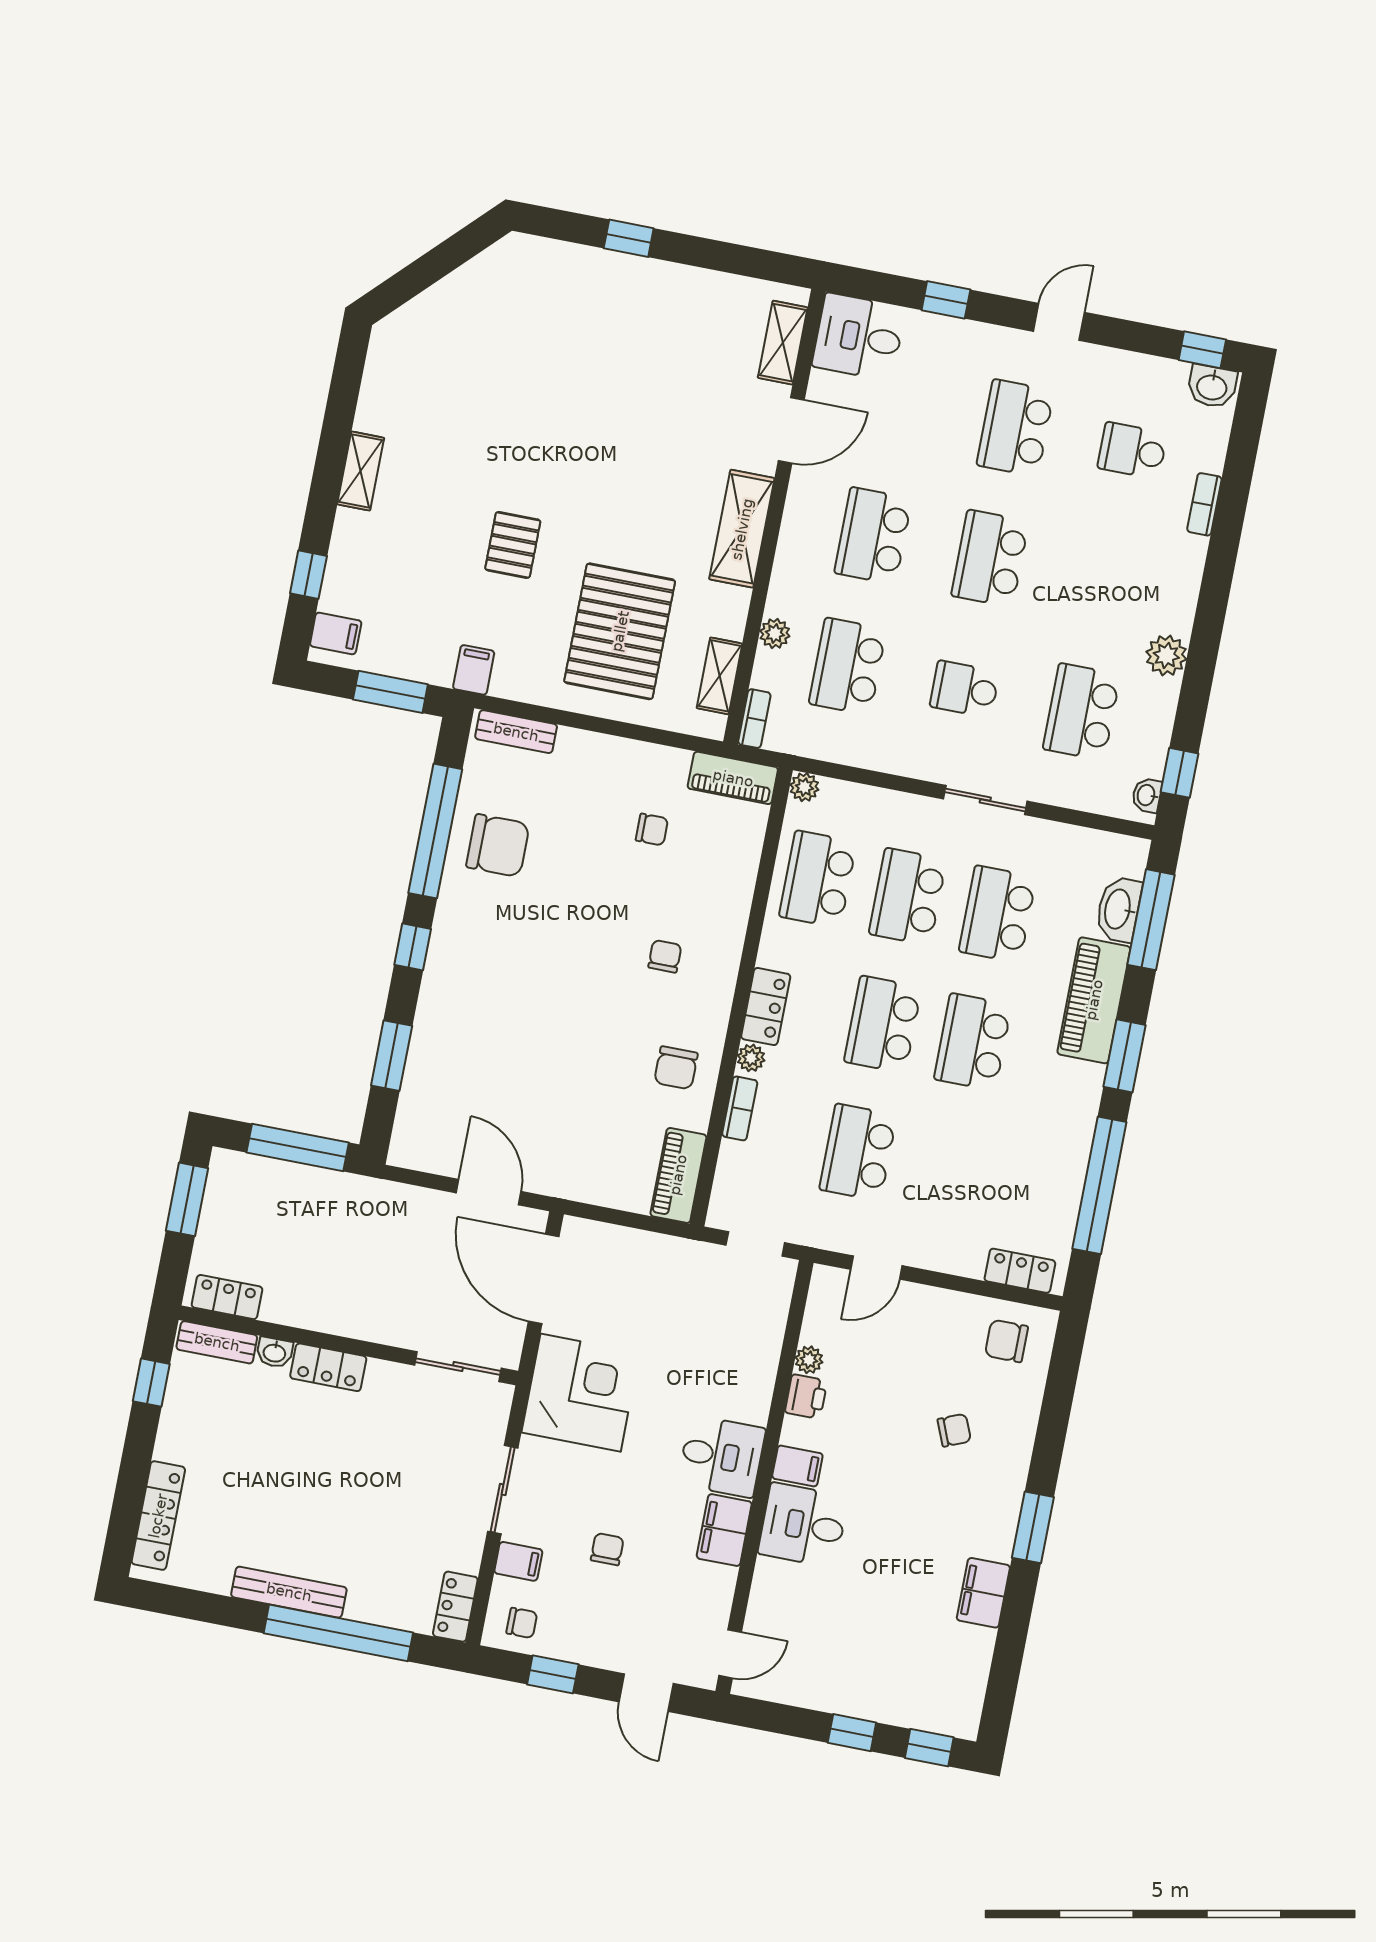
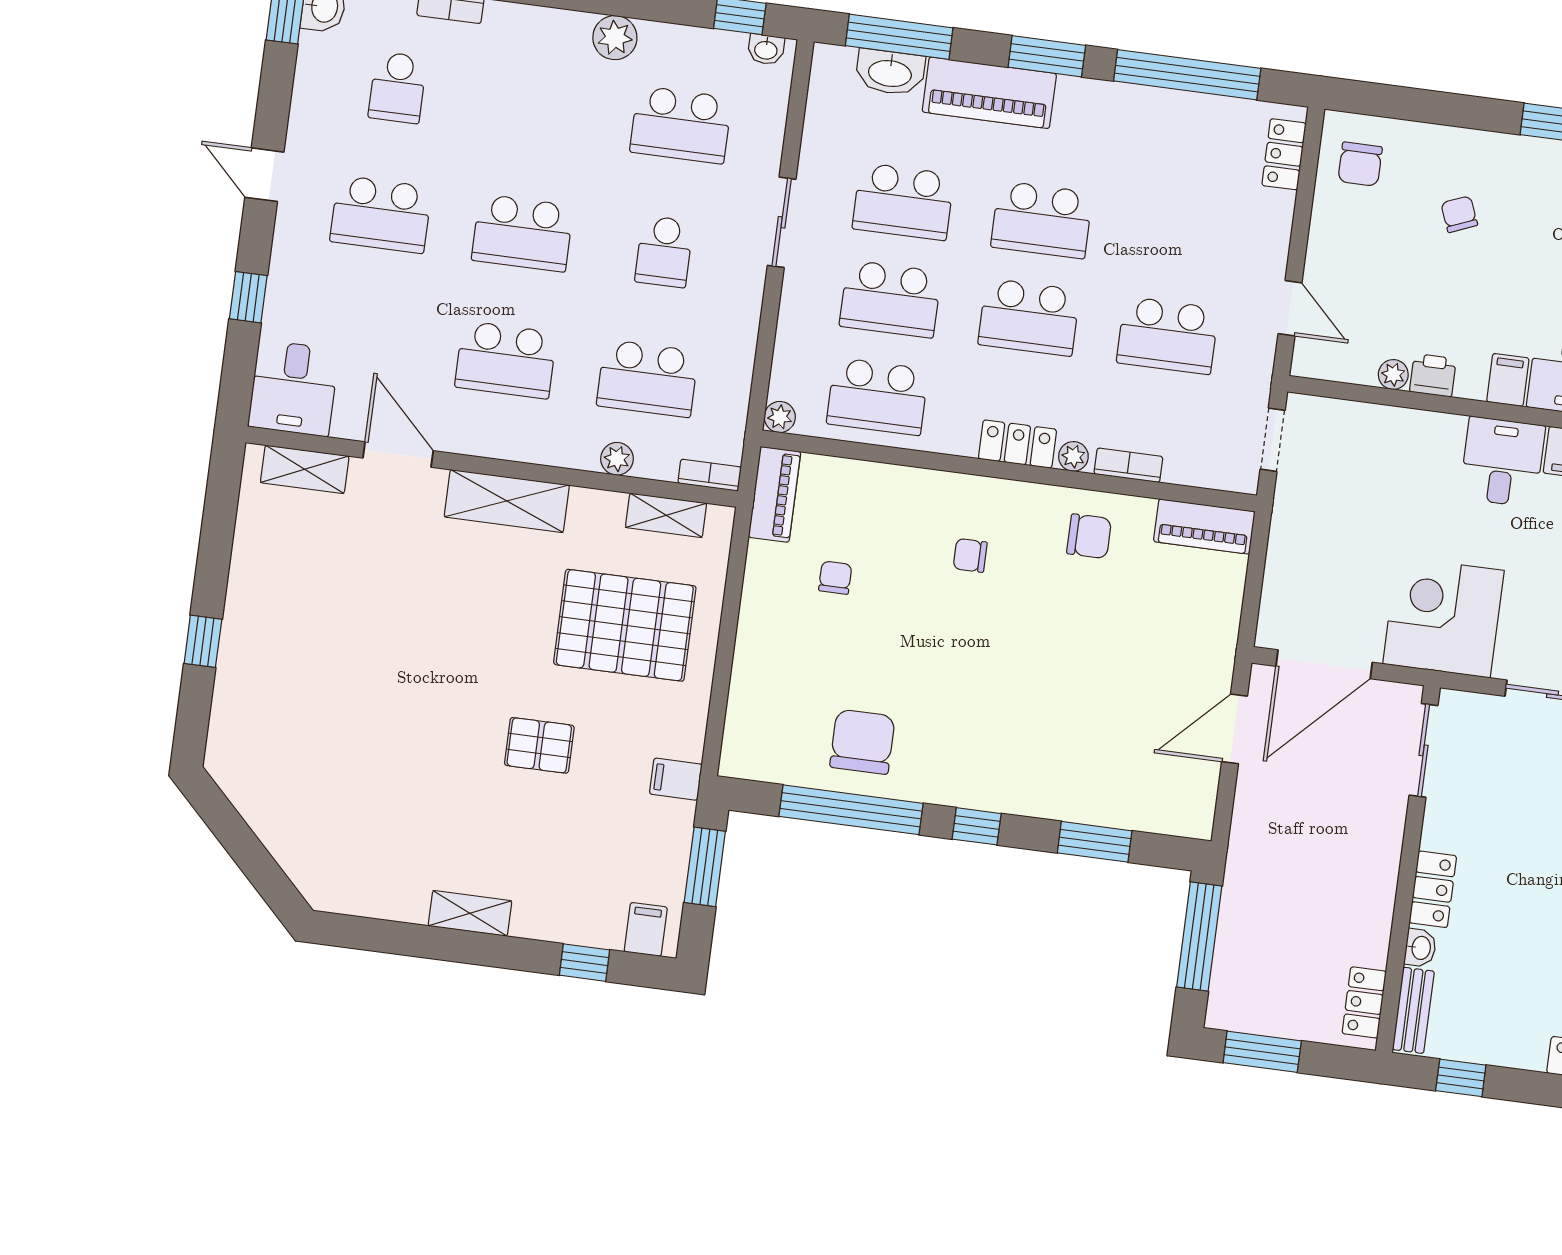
bench: (516, 732) -> (739, 730), removed

